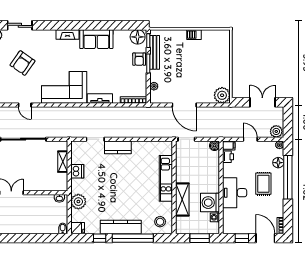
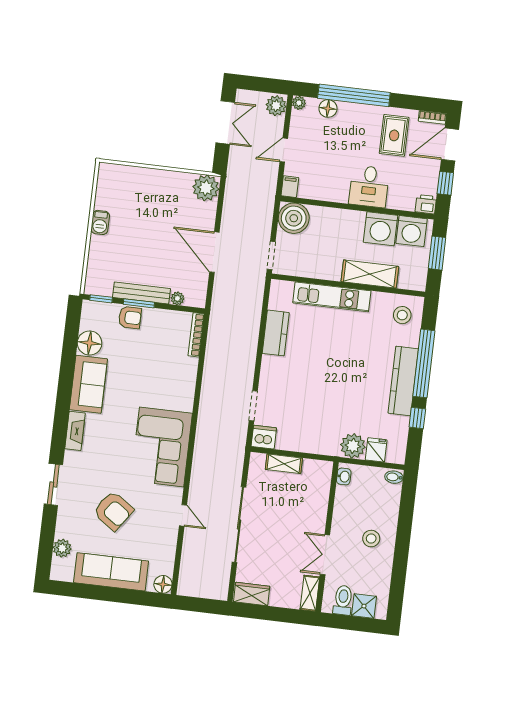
sliding door: (20, 25) -> (53, 484), moved
floor lamp: (138, 37) -> (90, 343), moved
bench: (155, 52) -> (141, 293), moved
tv unit: (100, 99) -> (187, 390), removed
double door: (262, 102) -> (225, 123), swing flipped
door: (25, 105) -> (183, 515), hinge flipped
door: (184, 105) -> (214, 252), swing flipped
boiler: (214, 146) -> (294, 218), width x1.86, depth x1.86
kitchen counter: (118, 147) -> (276, 333), moved
printer: (228, 157) -> (426, 204), moved
dishwasher: (77, 171) -> (264, 437), moved
rug: (263, 184) -> (394, 135), moved, turned 90
desk: (235, 193) -> (369, 186), width x0.73
washing machine: (215, 217) -> (411, 231), width x1.89, depth x1.89
stool: (24, 219) -> (371, 539), added
fridge: (78, 228) -> (376, 450), moved

